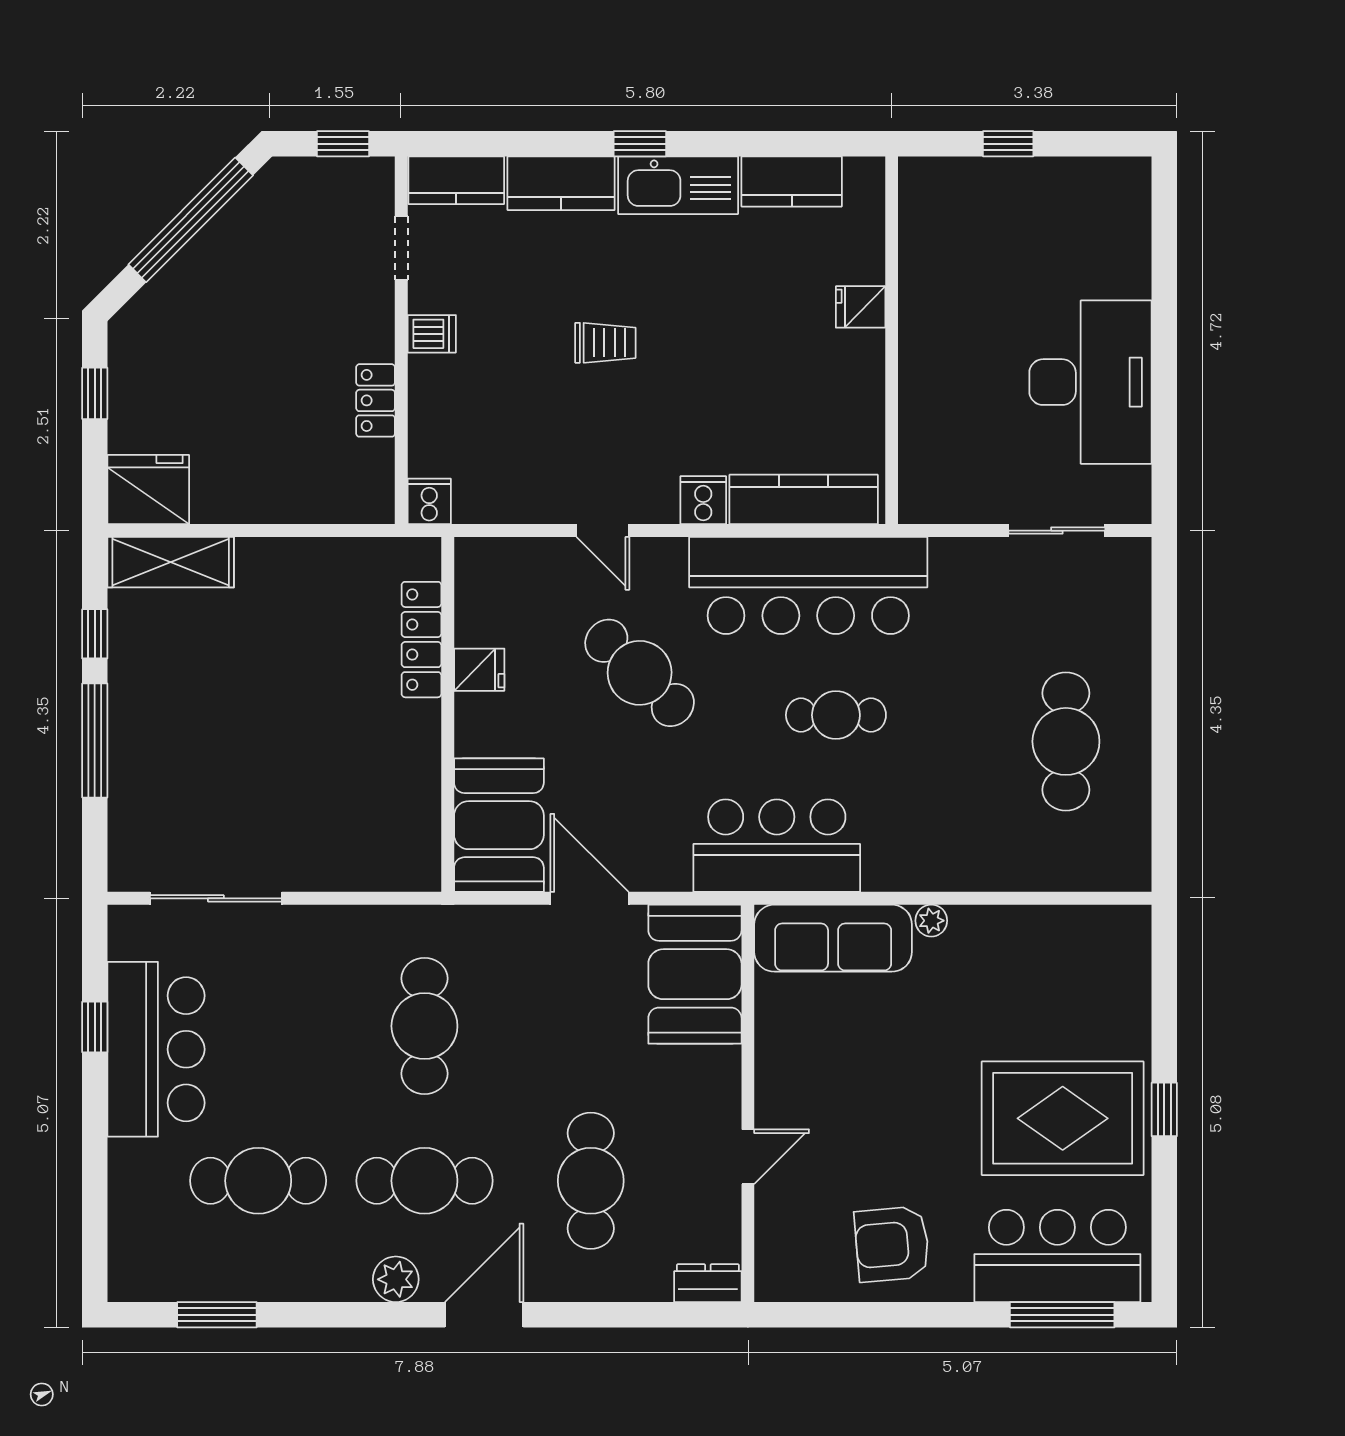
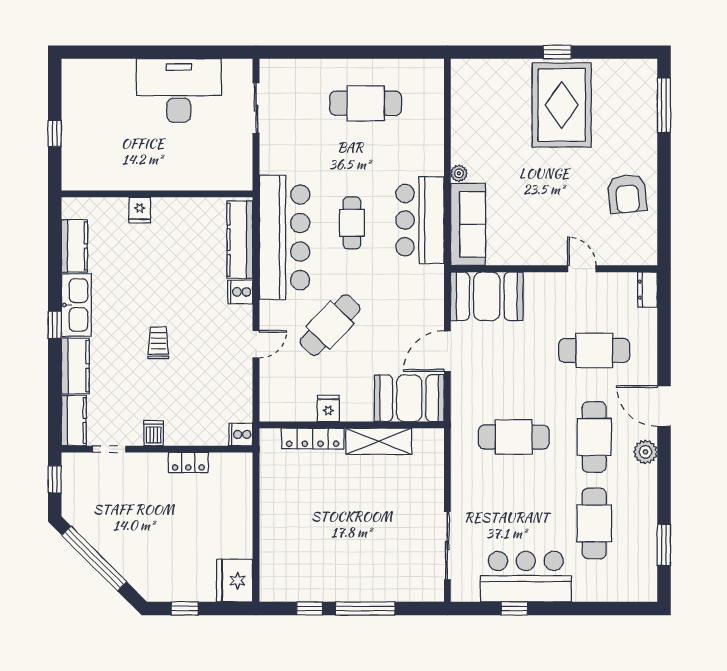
shelving: (171, 562) -> (379, 441), moved, turned 90
bar counter: (777, 846) -> (420, 220), moved
bar counter: (1057, 1256) -> (633, 108), removed

